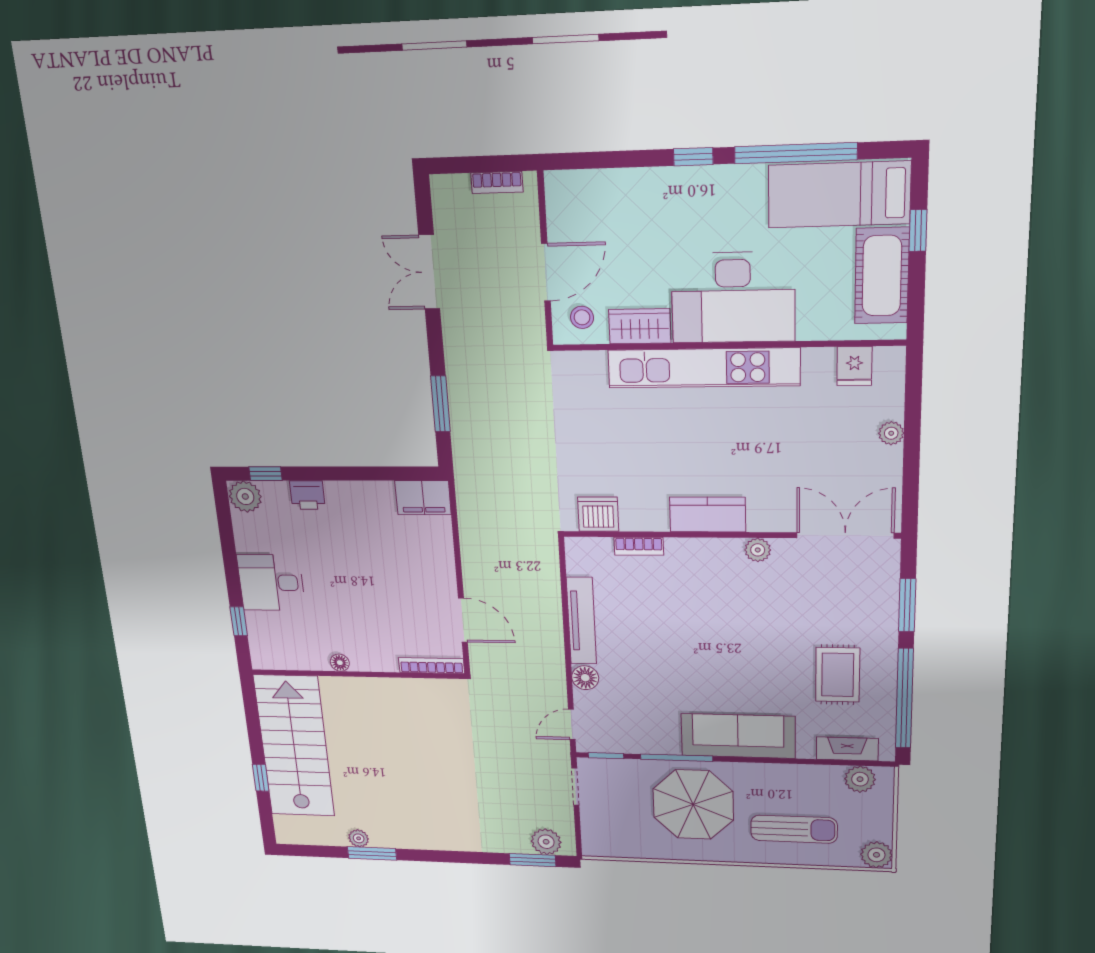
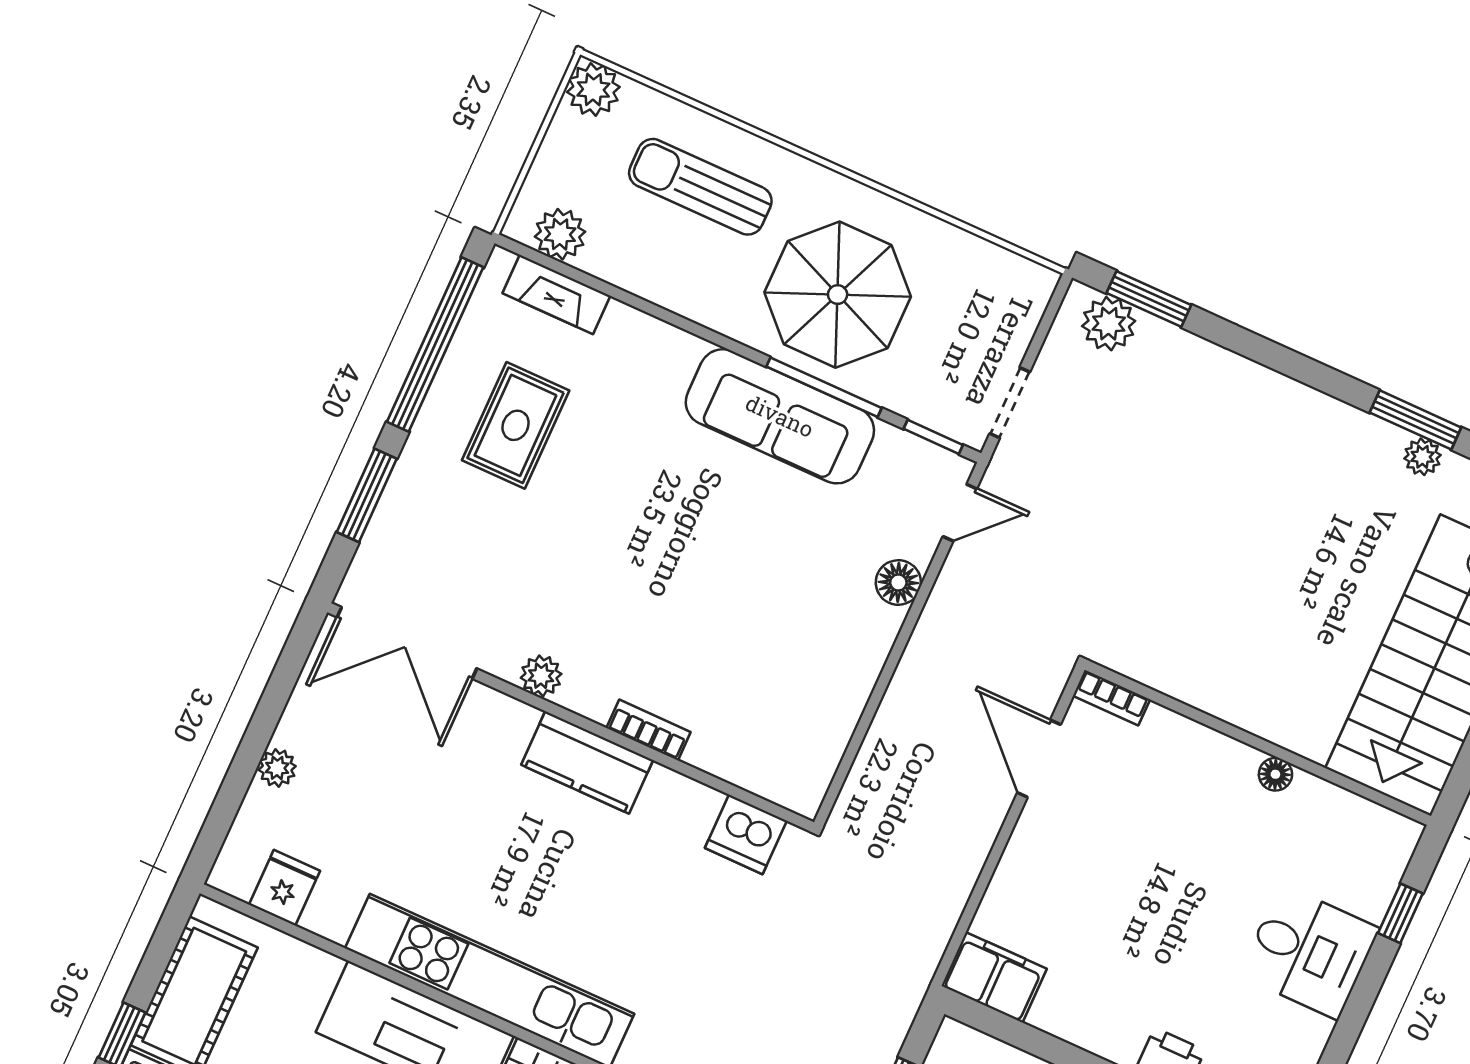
bookcase: (639, 546) -> (649, 730), moved
tv unit: (581, 621) -> (856, 678), removed
bookcase: (431, 666) -> (1111, 698), width x0.64
sofa: (738, 736) -> (780, 416), moved

